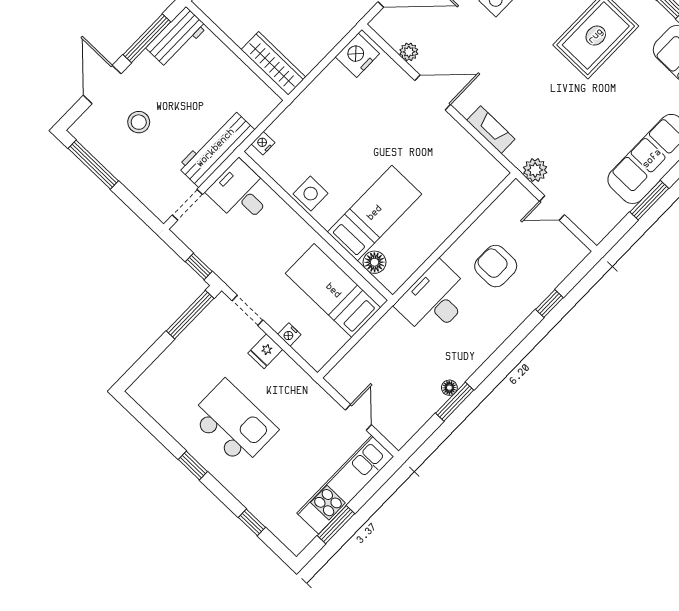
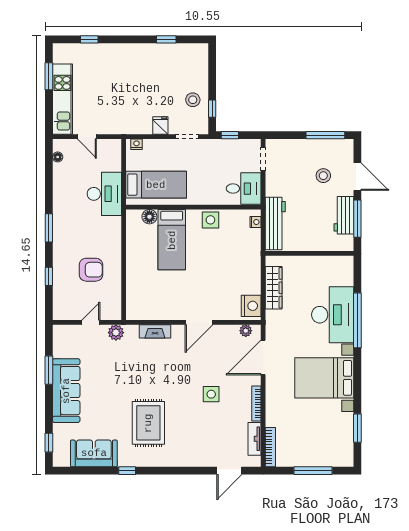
workbench: (176, 37) -> (344, 215), moved
plant: (409, 52) -> (246, 331), moved
wardrobe: (273, 63) -> (274, 288), moved, turned -90
workbench: (216, 148) -> (275, 224), moved
desk: (434, 300) -> (104, 194), moved
window: (190, 315) -> (212, 109), width x0.46
nightstand: (289, 335) -> (137, 144), moved
stool: (202, 345) -> (193, 100), added
floor lamp: (449, 388) -> (58, 157), moved
window: (455, 402) -> (49, 228), moved
kitchen island: (234, 423) -> (143, 78), removed
window: (193, 465) -> (166, 39), moved

